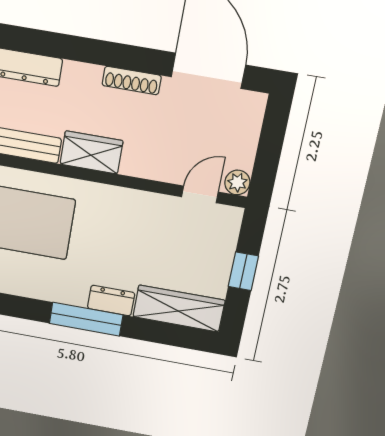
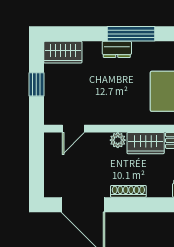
plant: (237, 182) -> (118, 140), moved
wardrobe: (179, 308) -> (63, 52), width x0.67

